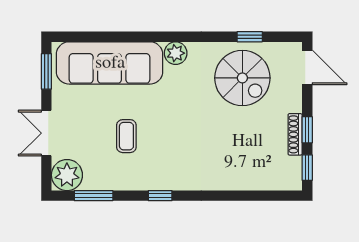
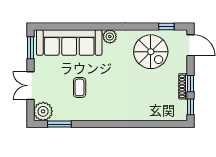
window: (250, 37) -> (166, 26), moved
window: (160, 196) -> (100, 124), removed

